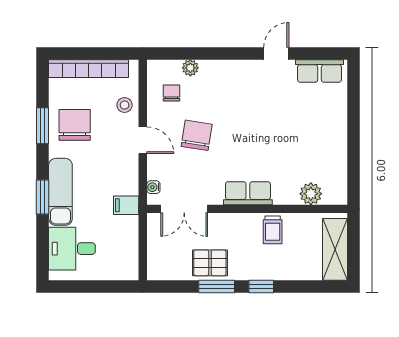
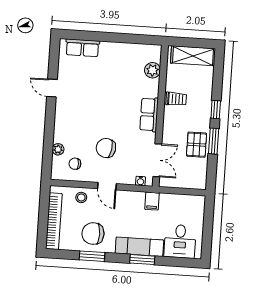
row of seats: (319, 71) -> (82, 48), moved, turned 90
door: (143, 140) -> (107, 186), swing flipped

